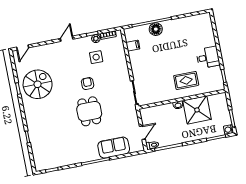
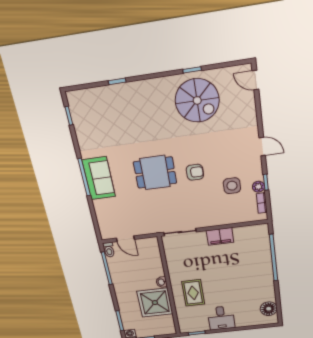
floor lamp: (156, 29) -> (269, 309), moved
filing cabinet: (133, 46) -> (220, 236), moved, width x2.00
sofa: (114, 148) -> (99, 178), moved

